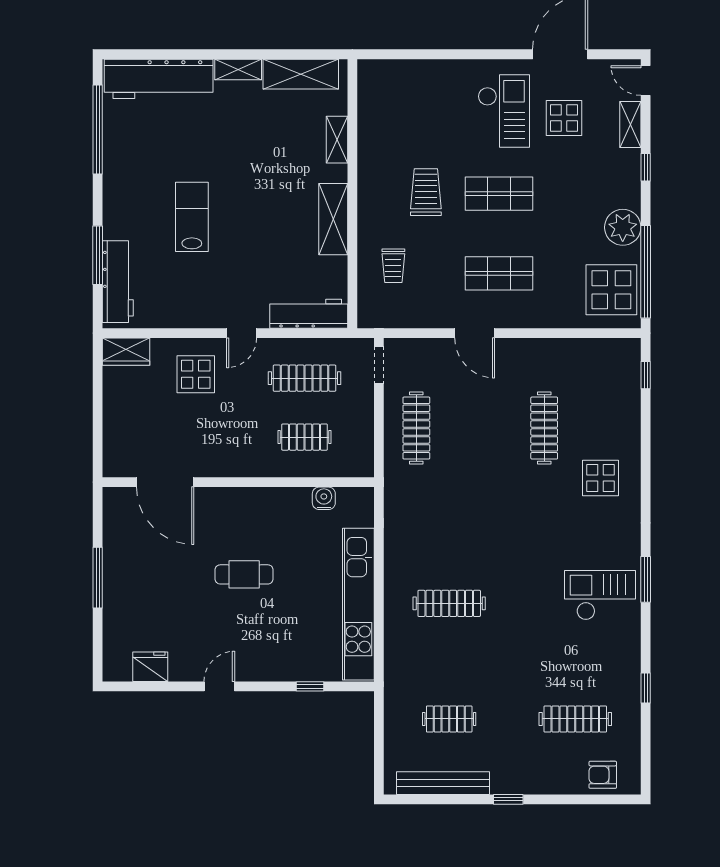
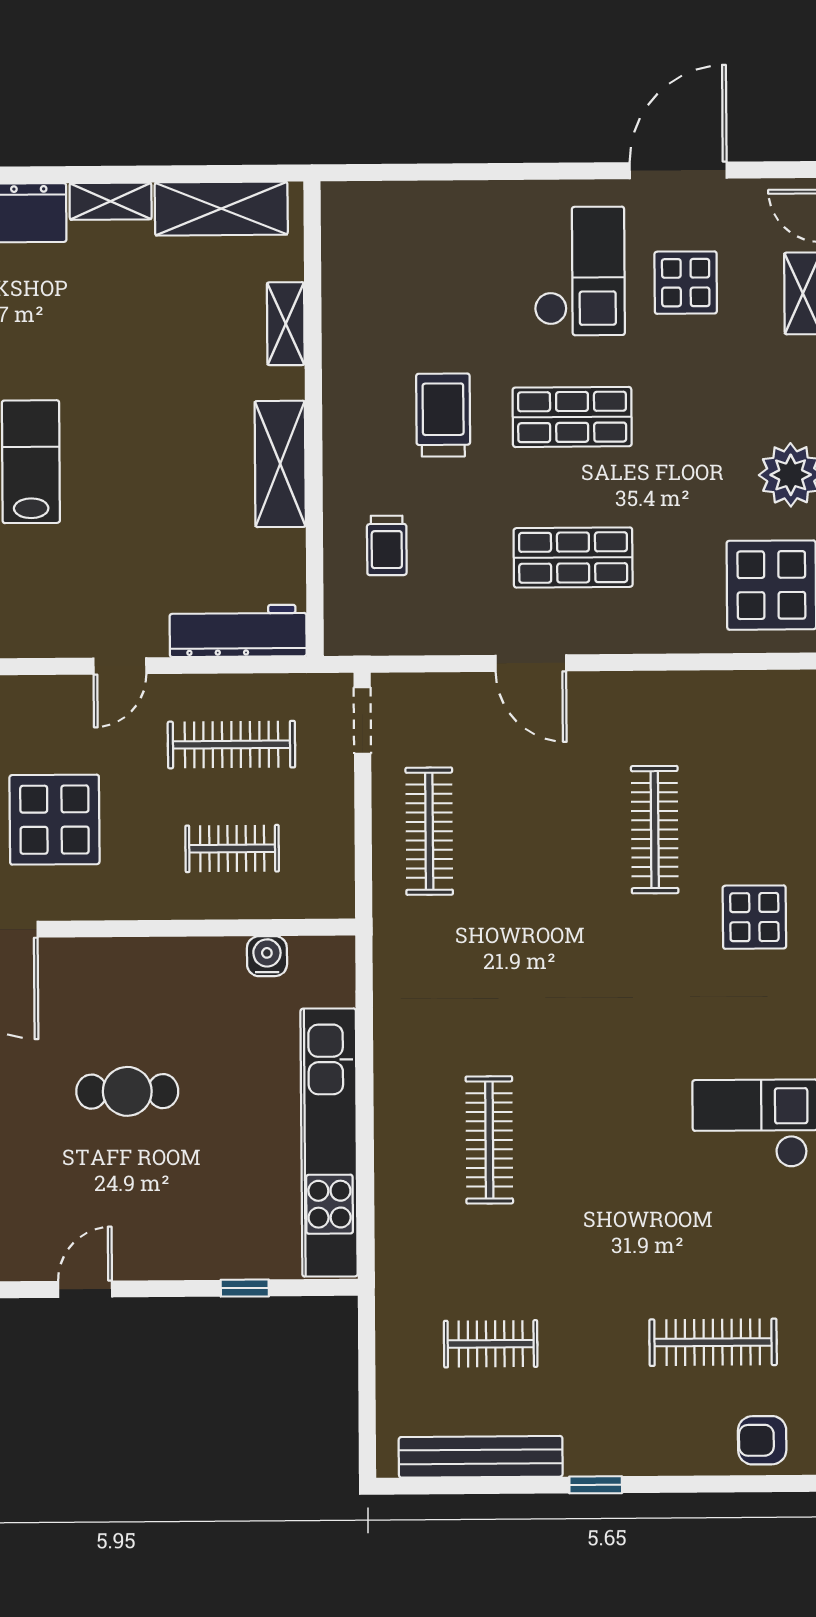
display table: (196, 374) -> (54, 820), moved, width x1.36, depth x1.36
clothes rail: (449, 603) -> (489, 1140), turned 90

